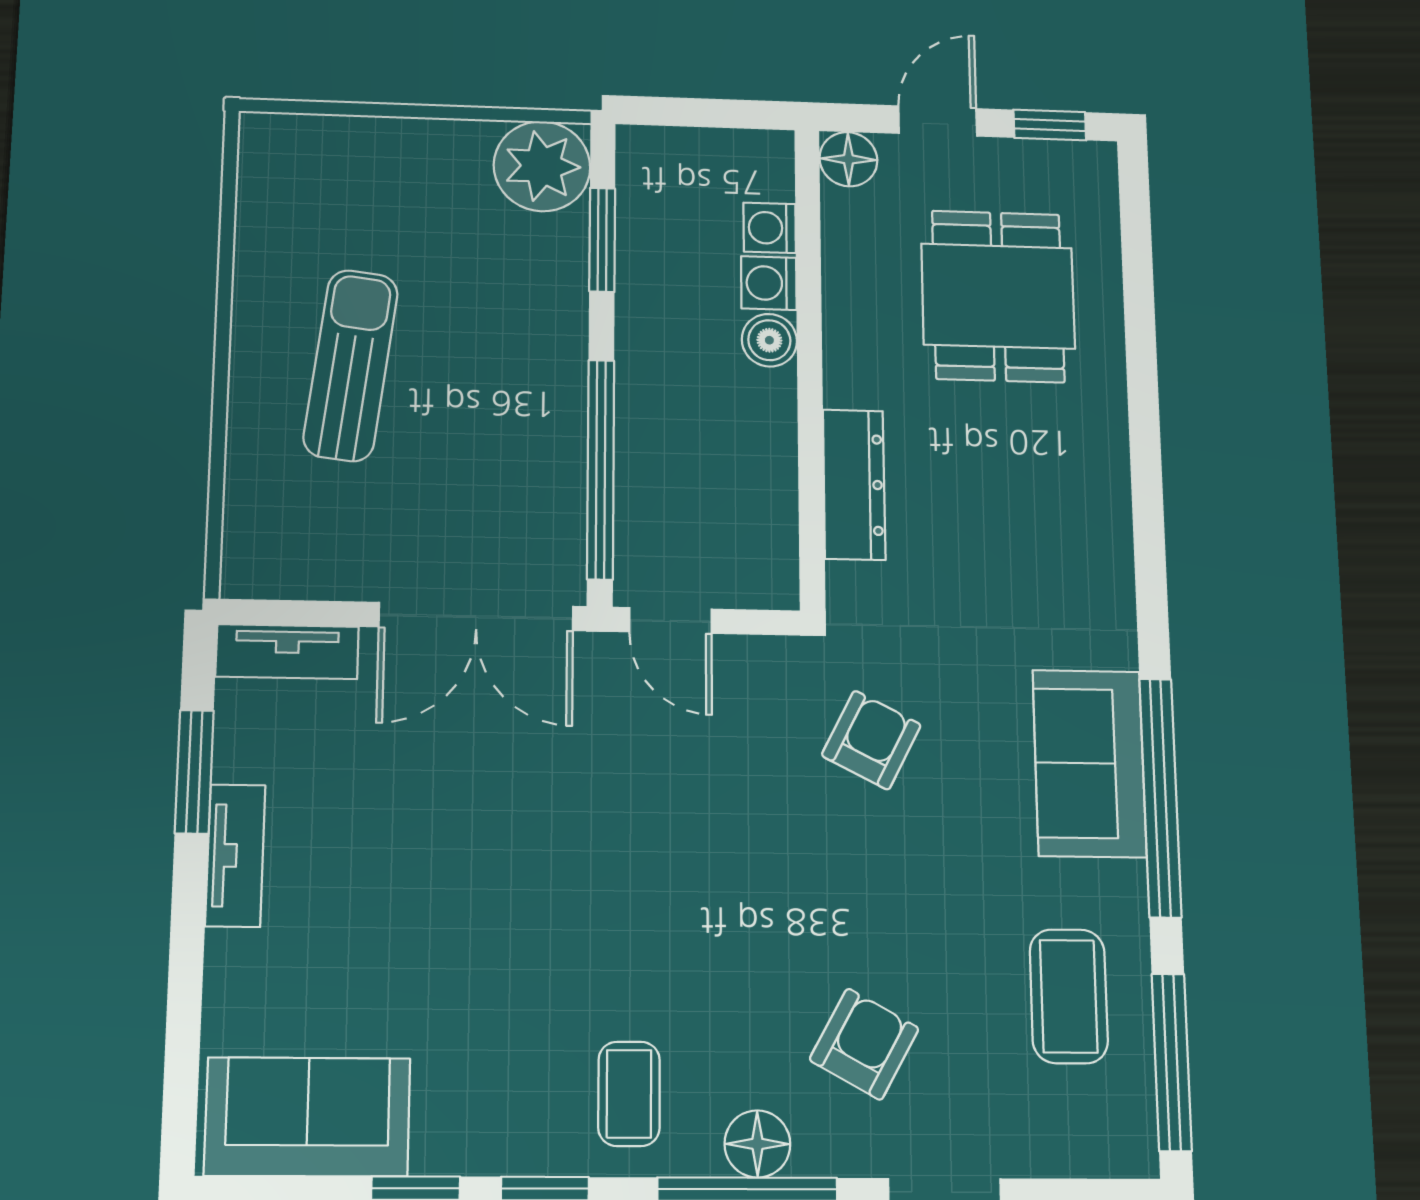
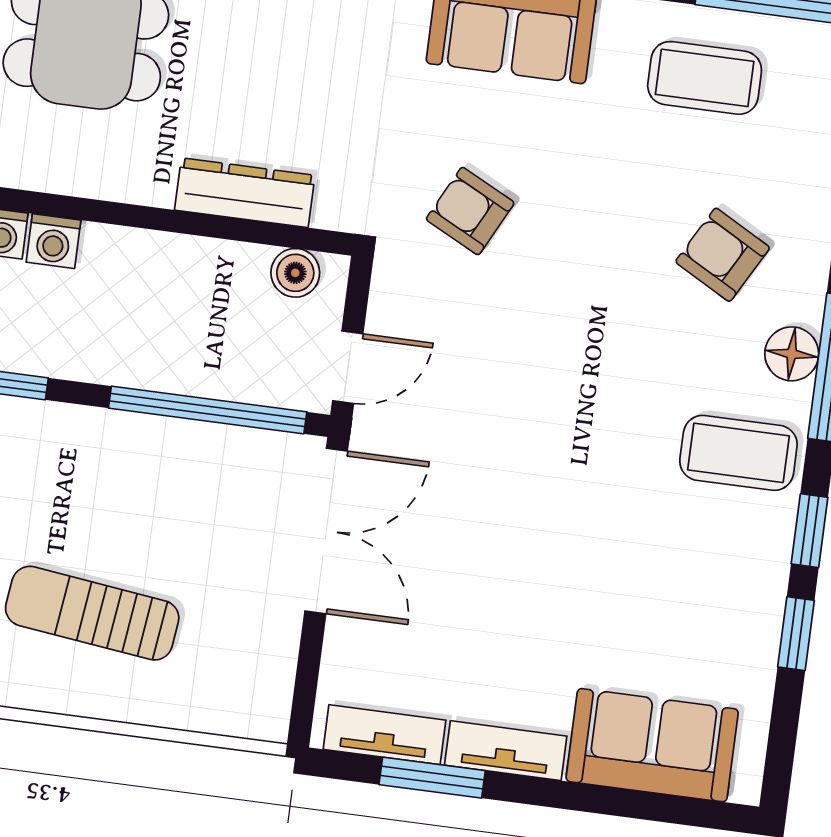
boiler: (769, 340) -> (295, 273), moved
tv unit: (287, 652) -> (385, 735), moved, turned -90
coffee table: (629, 1094) -> (738, 453), width x1.36, depth x1.30
sofa: (308, 1117) -> (652, 745), moved, turned 90

